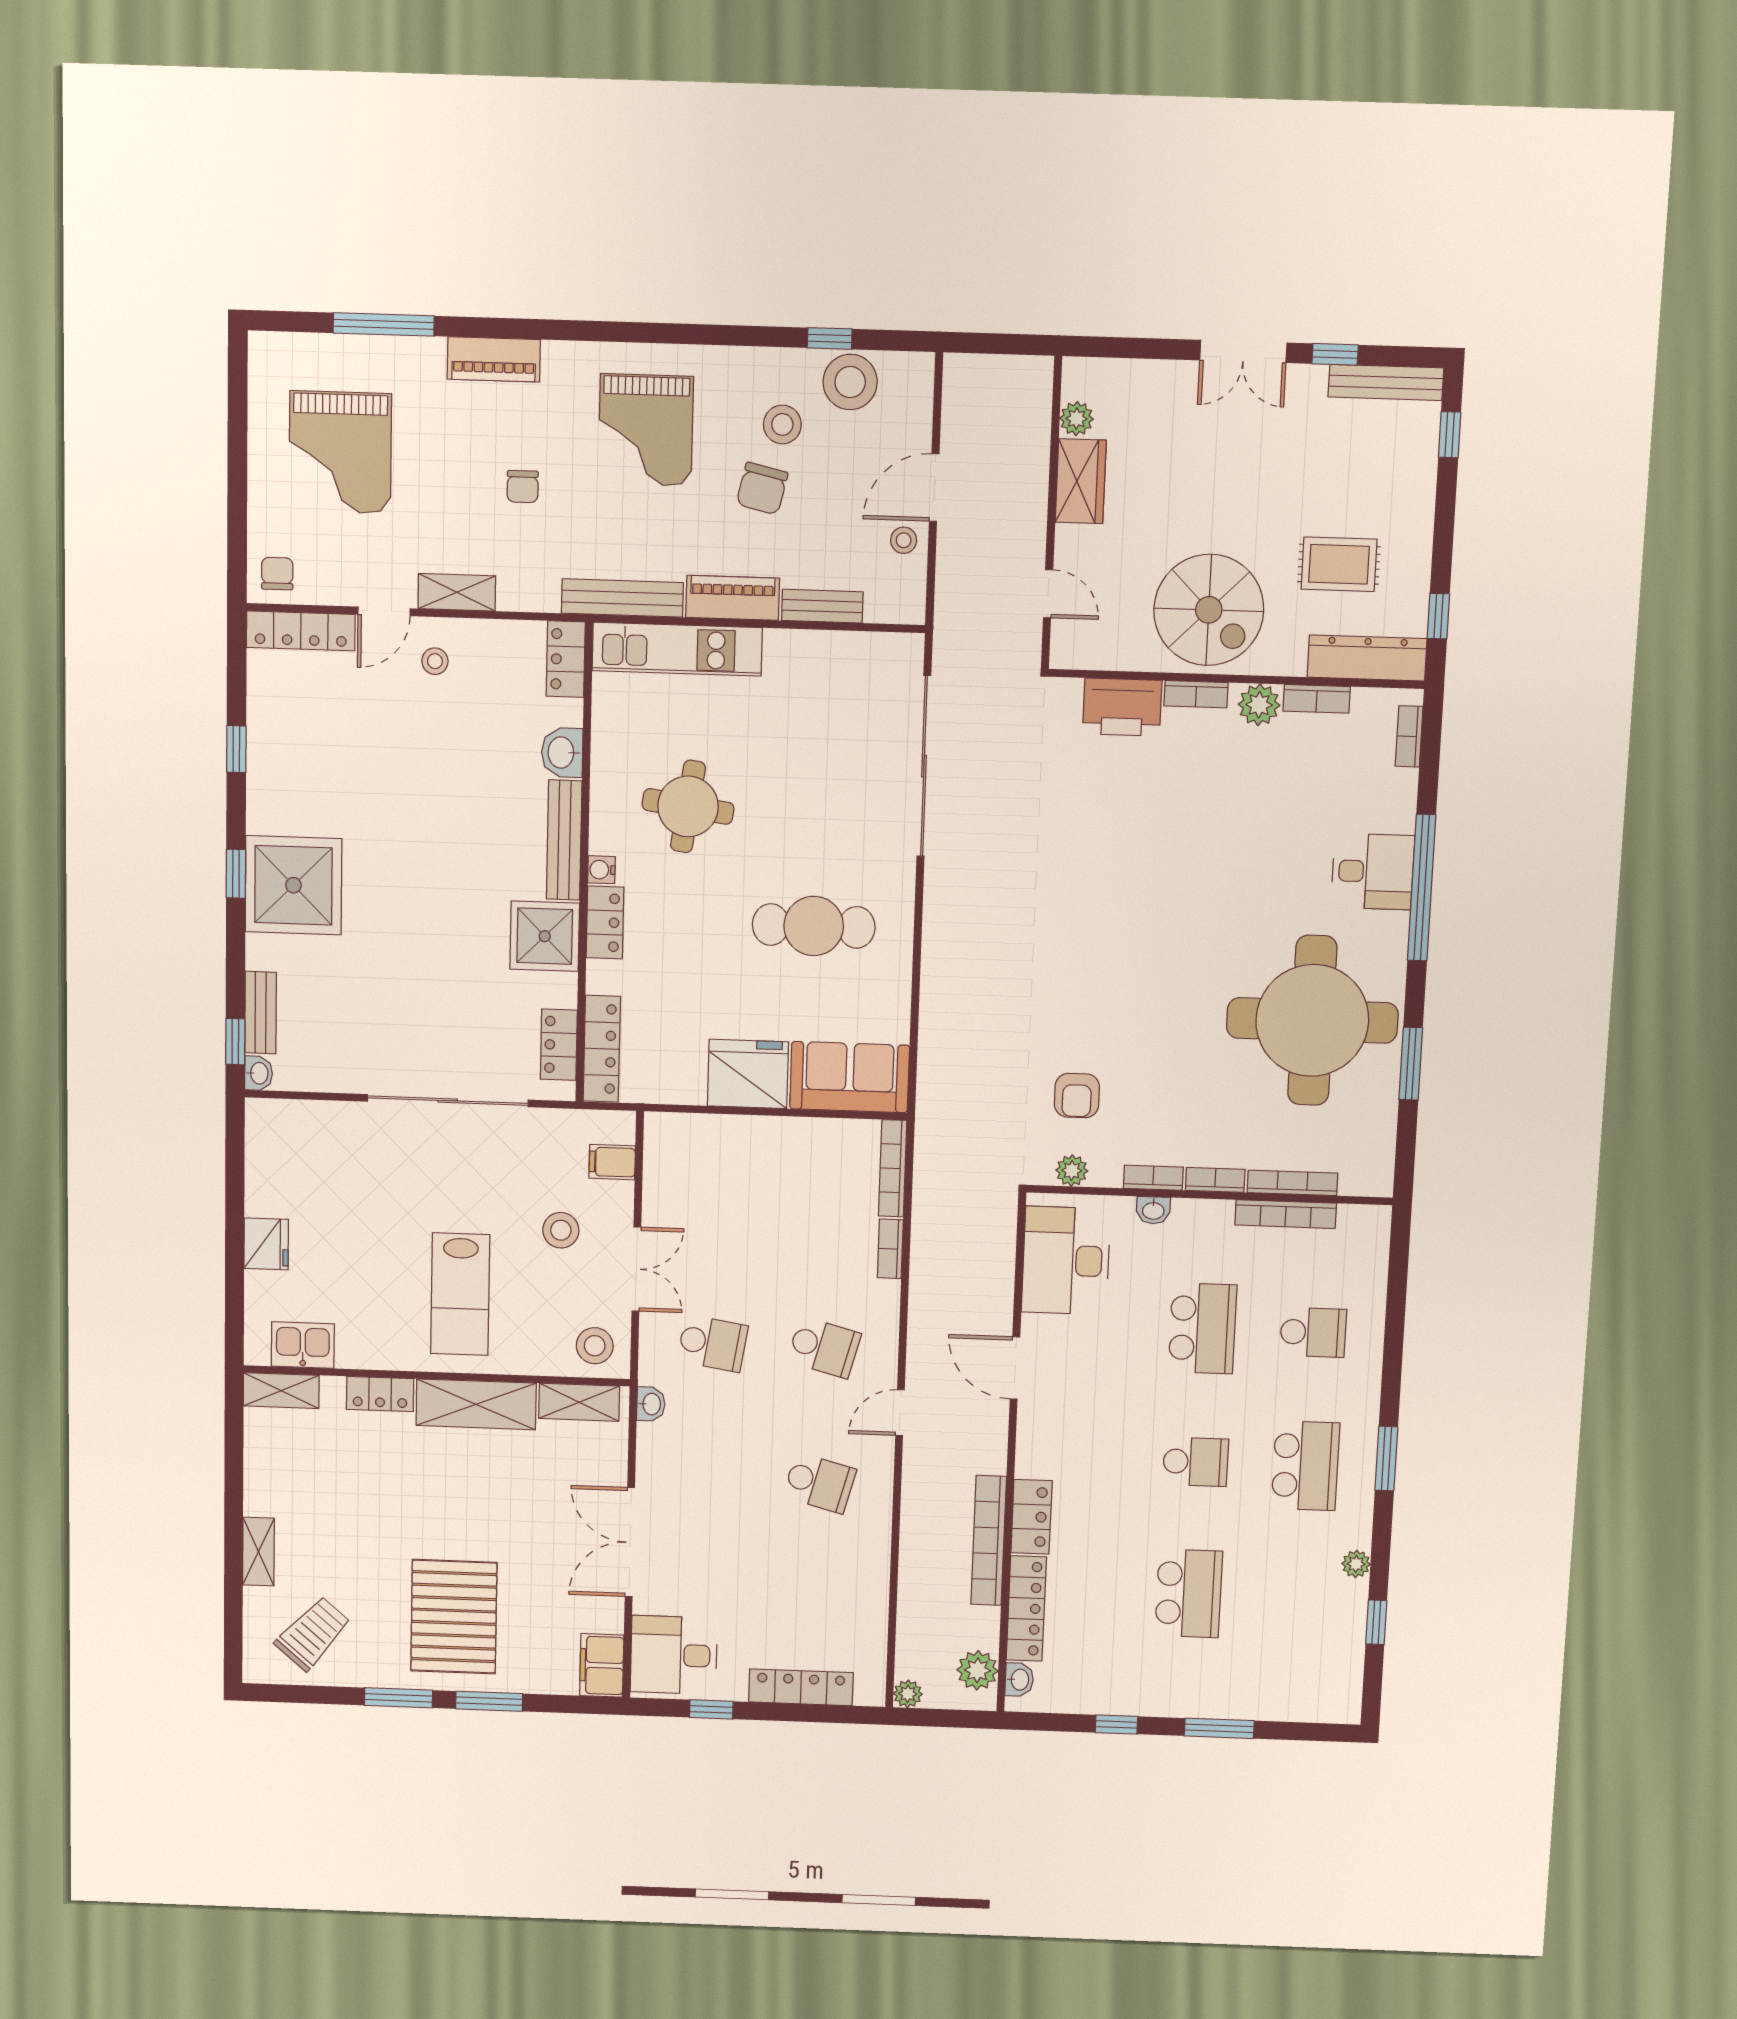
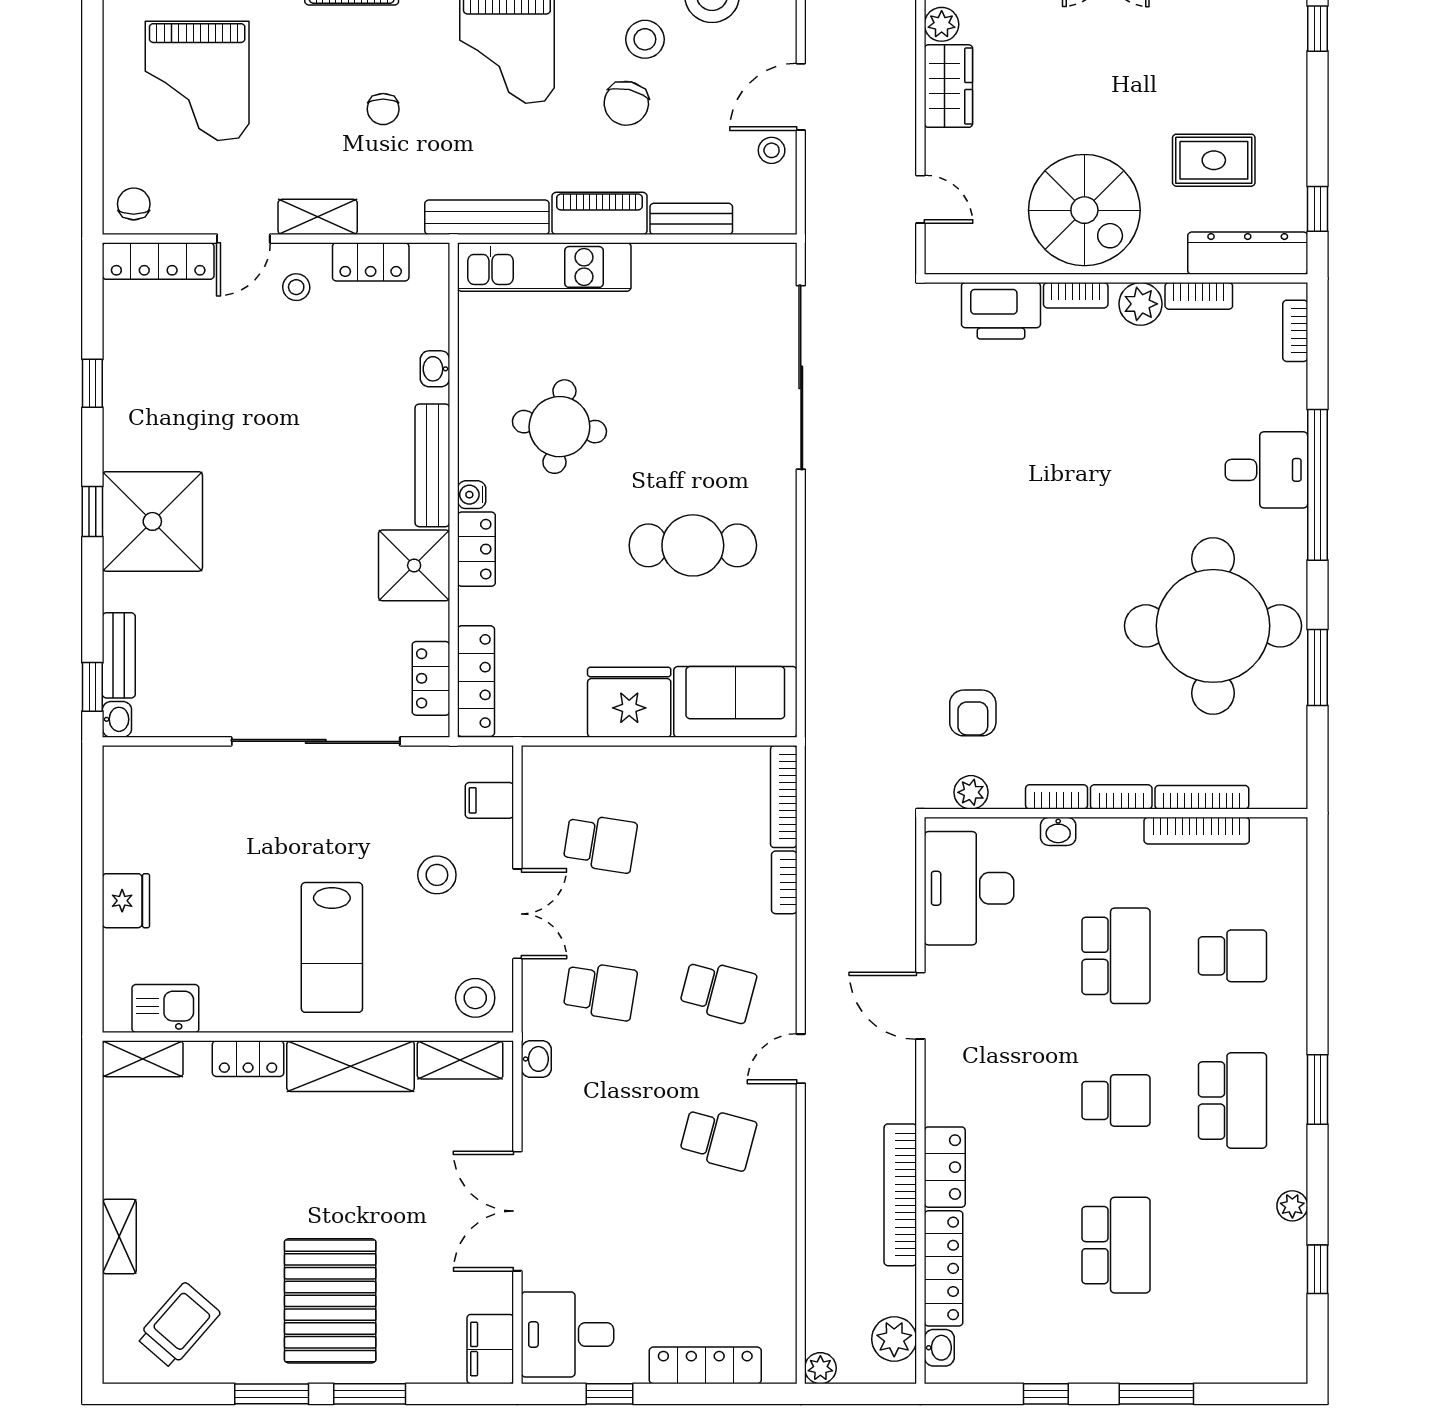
locker: (566, 659) -> (371, 262), moved, turned -90
washbasin: (562, 753) -> (435, 369), width x0.72, depth x0.69
school desk: (716, 1206) -> (600, 843), added

